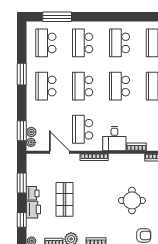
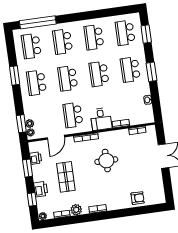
window: (57, 17) -> (38, 22), width x1.46
door: (59, 152) -> (56, 137), swing flipped
printer: (33, 193) -> (36, 158), moved
round table: (132, 200) -> (106, 161), moved

